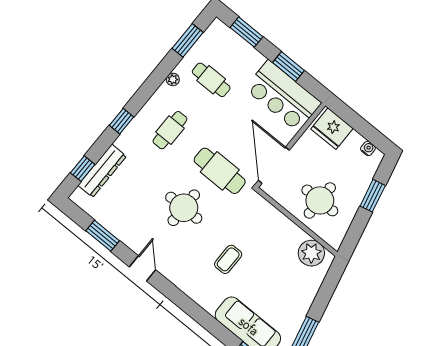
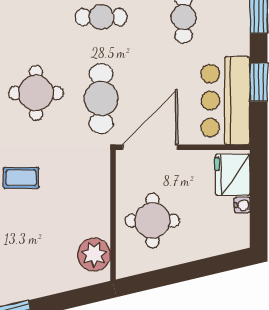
water cooler: (368, 148) -> (242, 205), moved
window: (373, 196) -> (199, 269), removed

